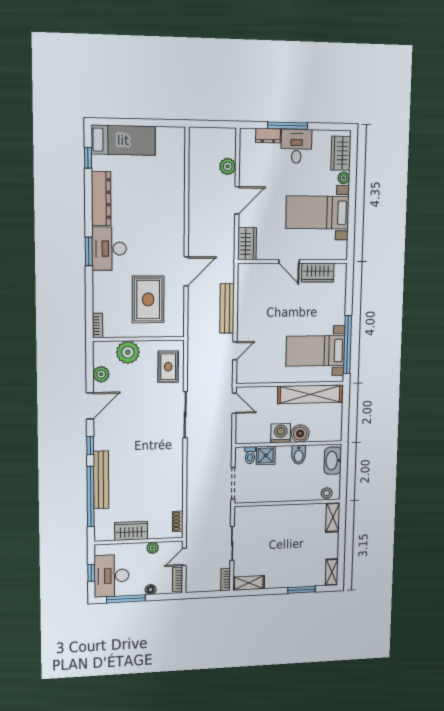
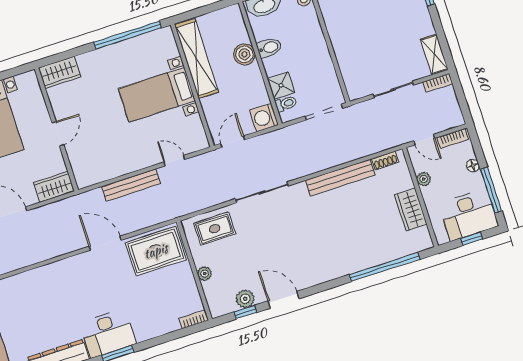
wardrobe: (318, 273) -> (60, 72), moved, turned 90
rug: (148, 299) -> (156, 251), moved
bed with nightstands: (315, 351) -> (157, 95), moved, turned 90
plant: (128, 352) -> (205, 274), width x0.53, depth x0.53
washing machine: (281, 433) -> (264, 118), moved
window: (90, 446) -> (245, 312), moved
bench: (101, 480) -> (340, 178), moved

